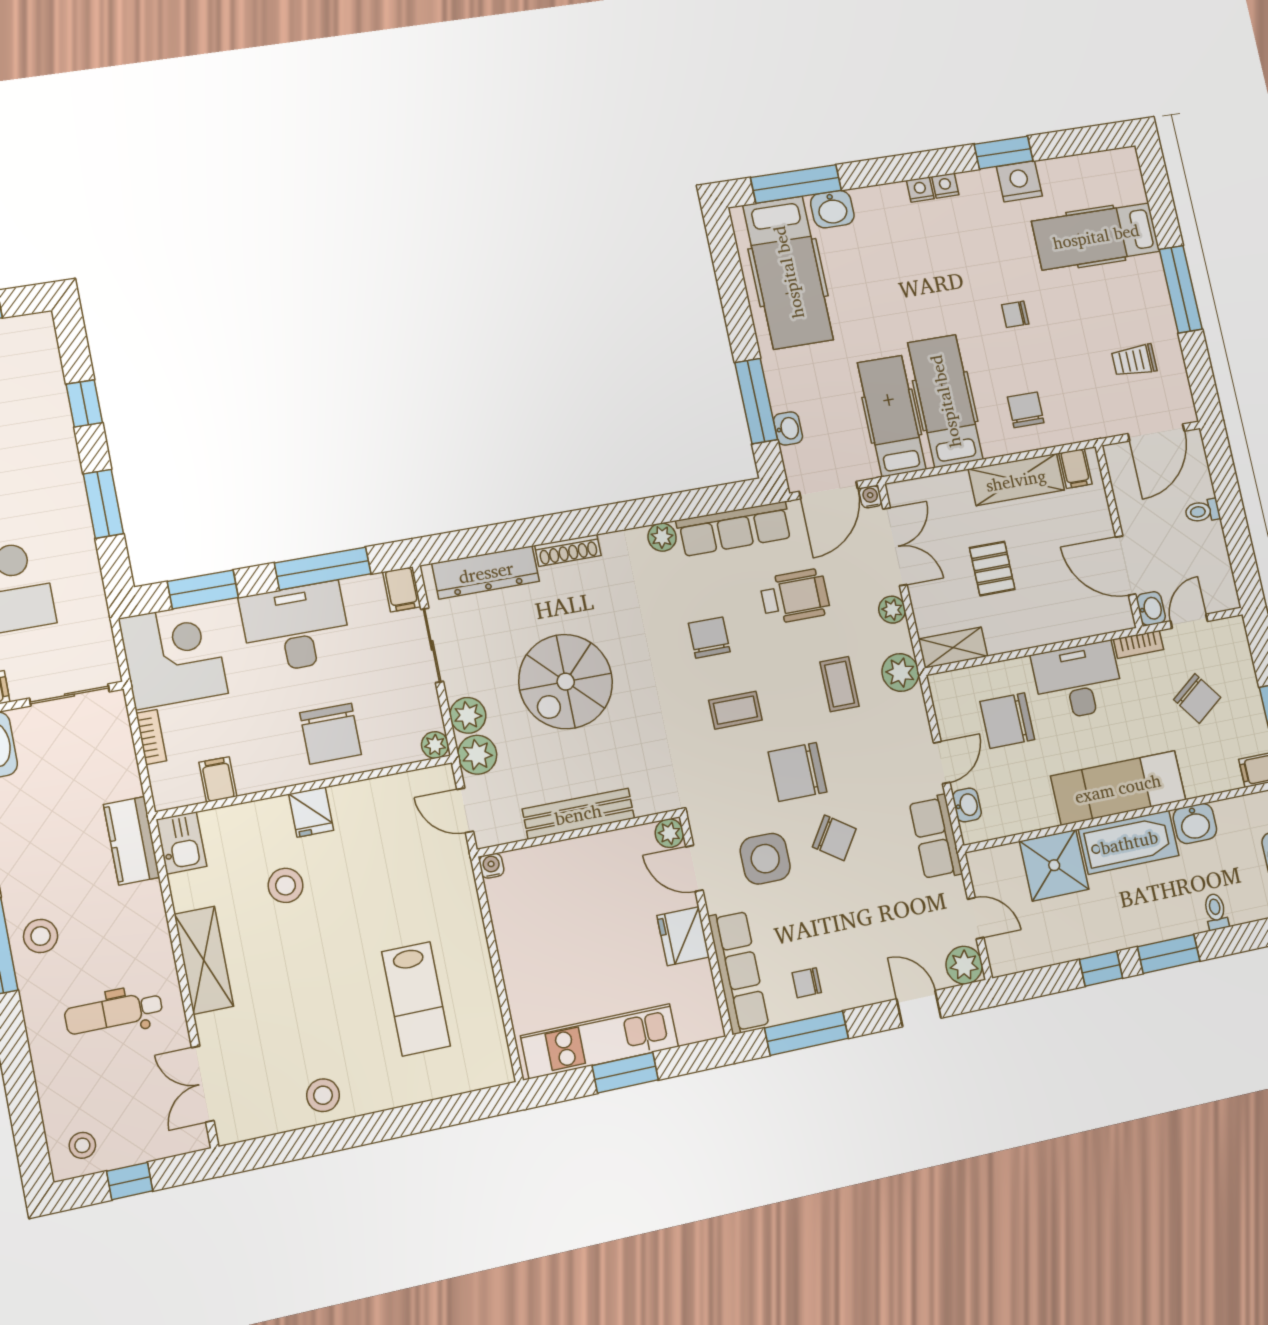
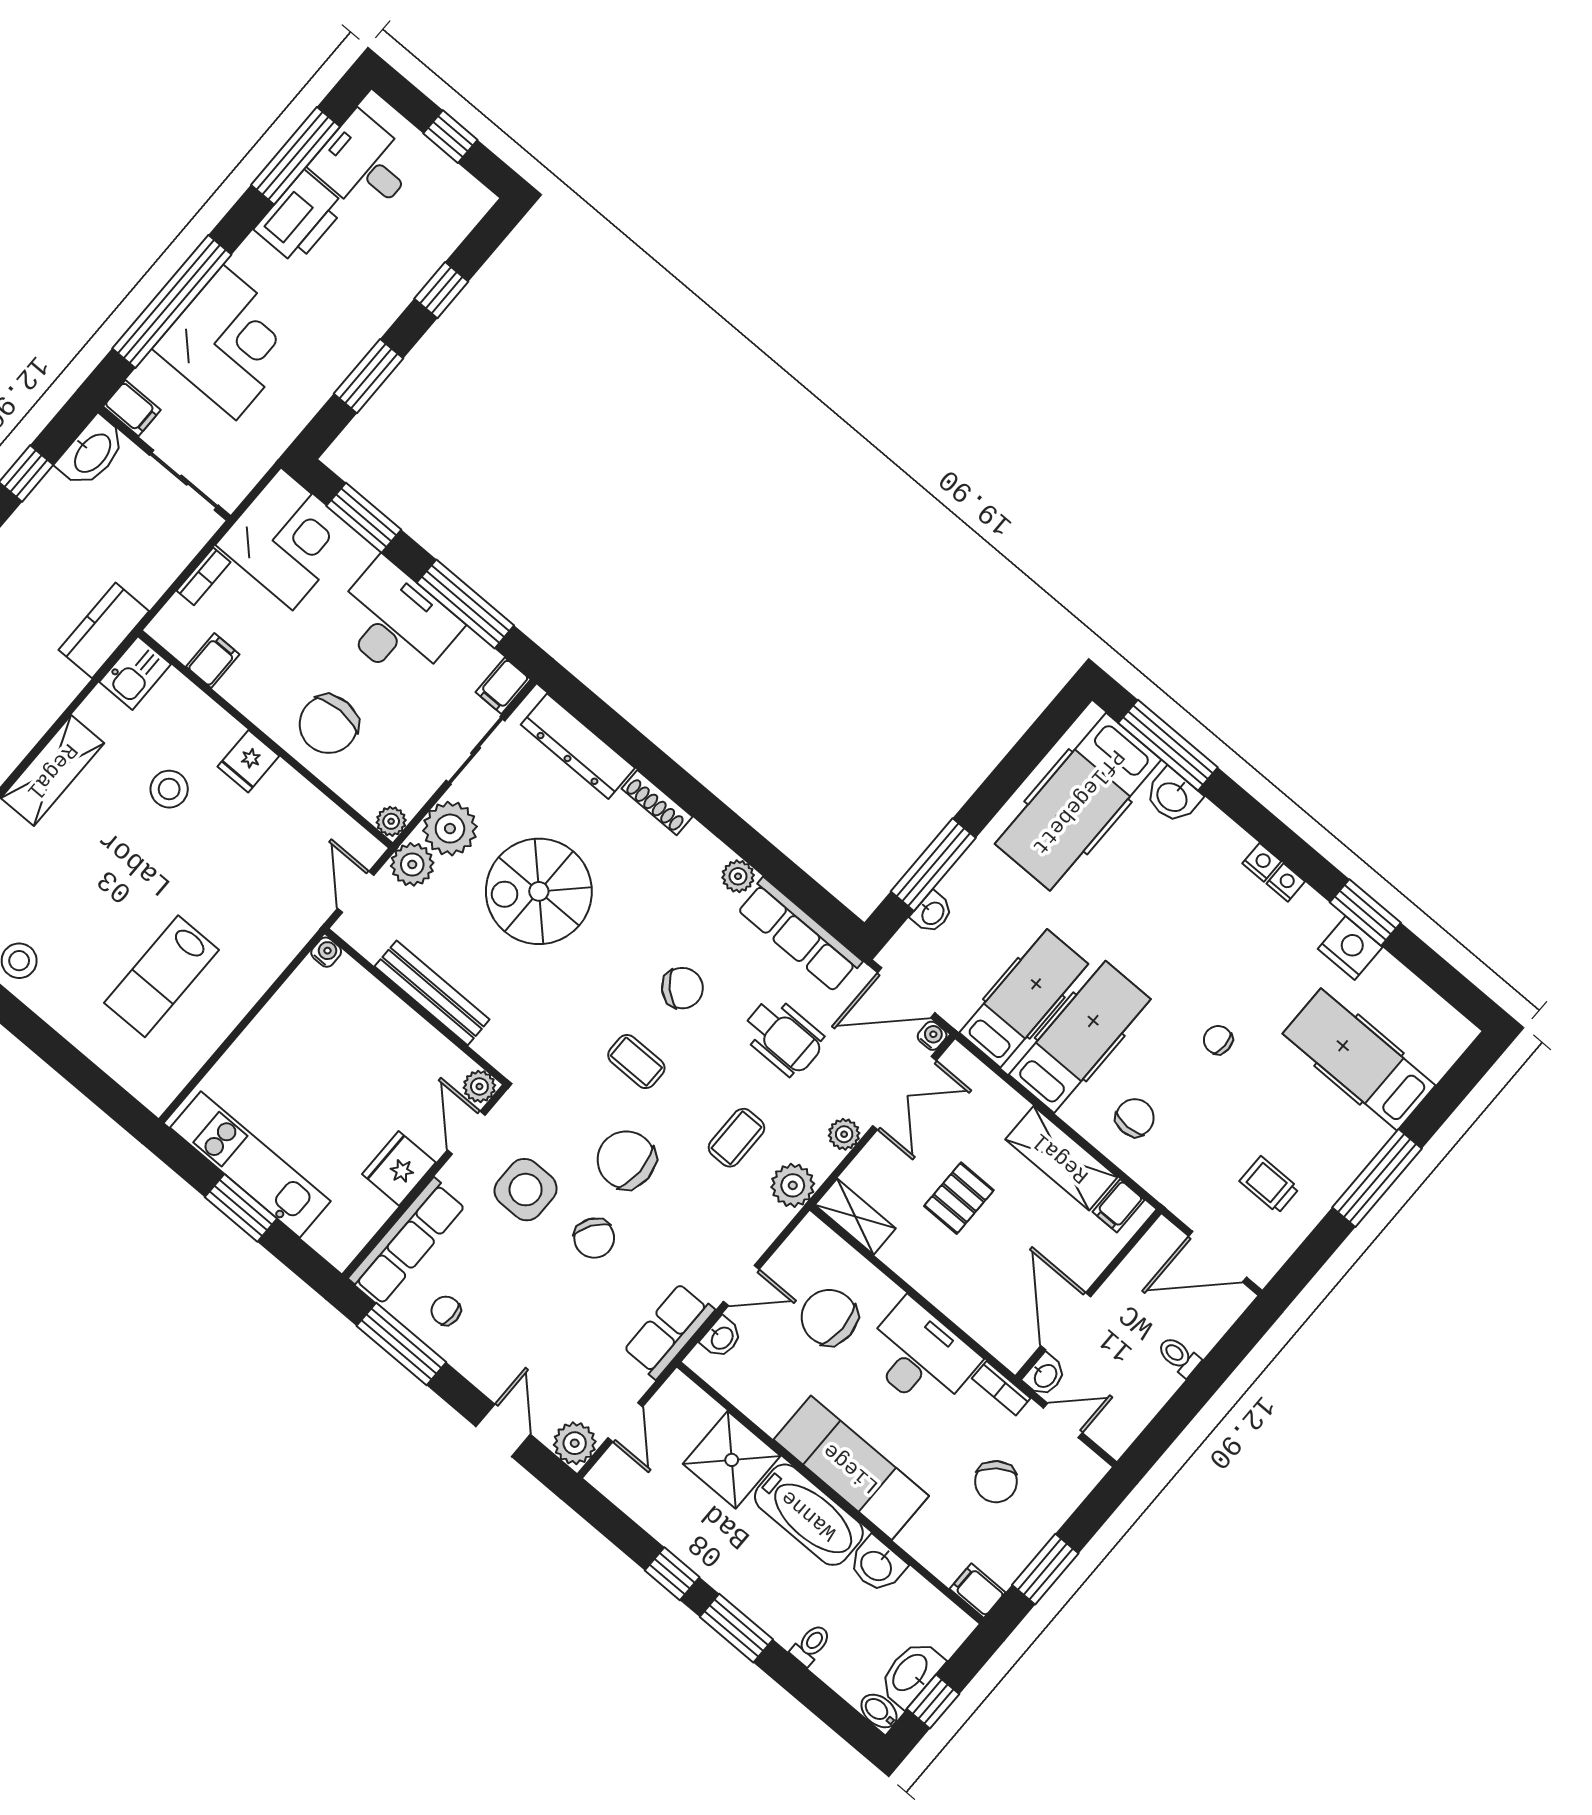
chair: (709, 638) -> (682, 988), turned 44
plant: (468, 715) -> (450, 829), width x1.36, depth x1.36

